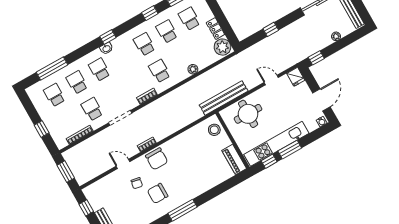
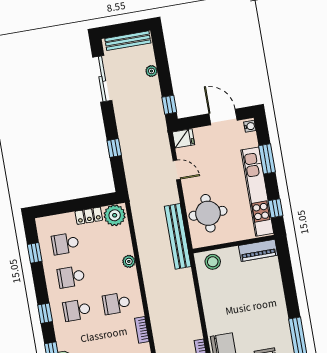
window: (150, 13) -> (45, 313), moved
door: (271, 80) -> (177, 170), swing flipped
window: (290, 150) -> (267, 159), moved

